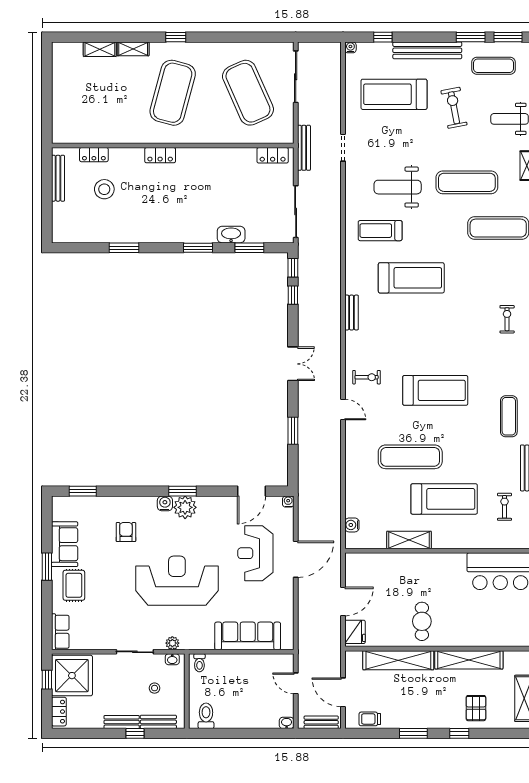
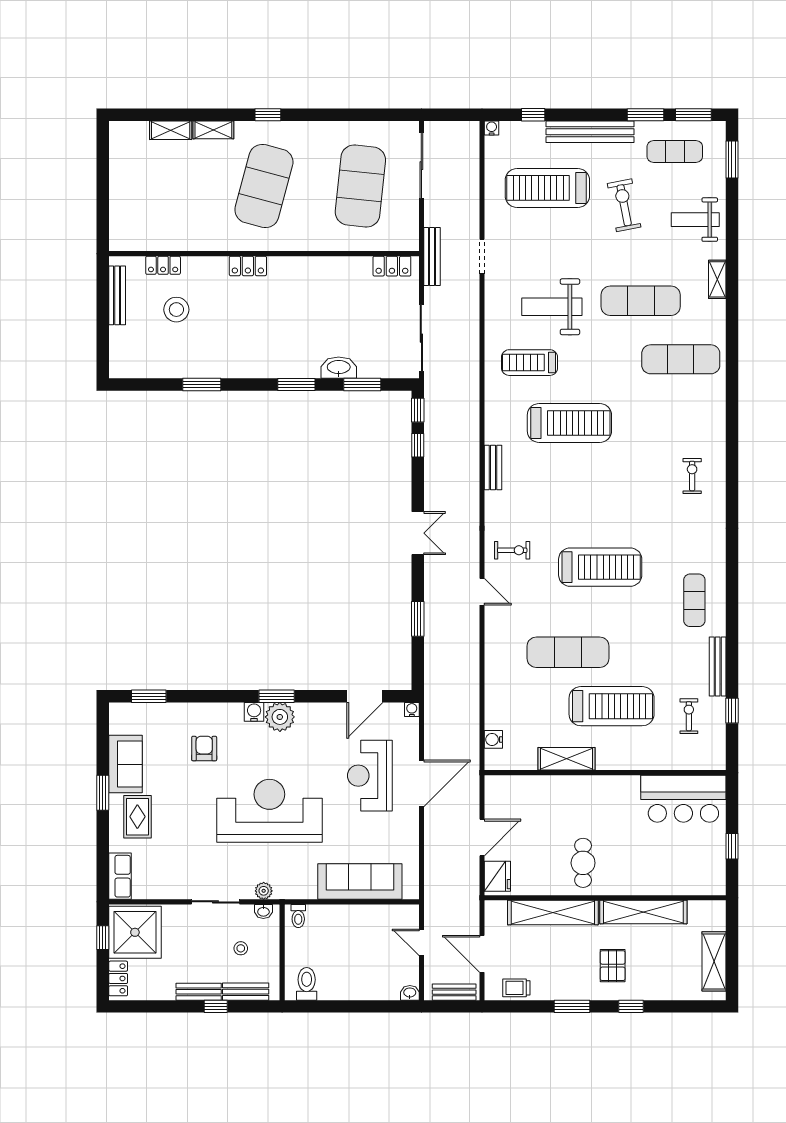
exercise mat: (248, 93) -> (360, 186), turned 30
pallet: (476, 708) -> (613, 966), moved

